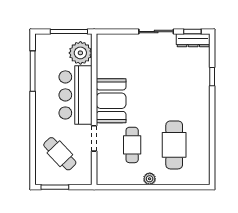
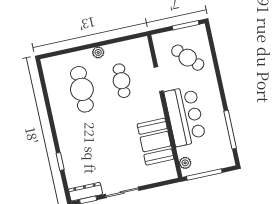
plant: (80, 53) -> (185, 163), width x0.53, depth x0.53
booth: (111, 101) -> (155, 142), moved

